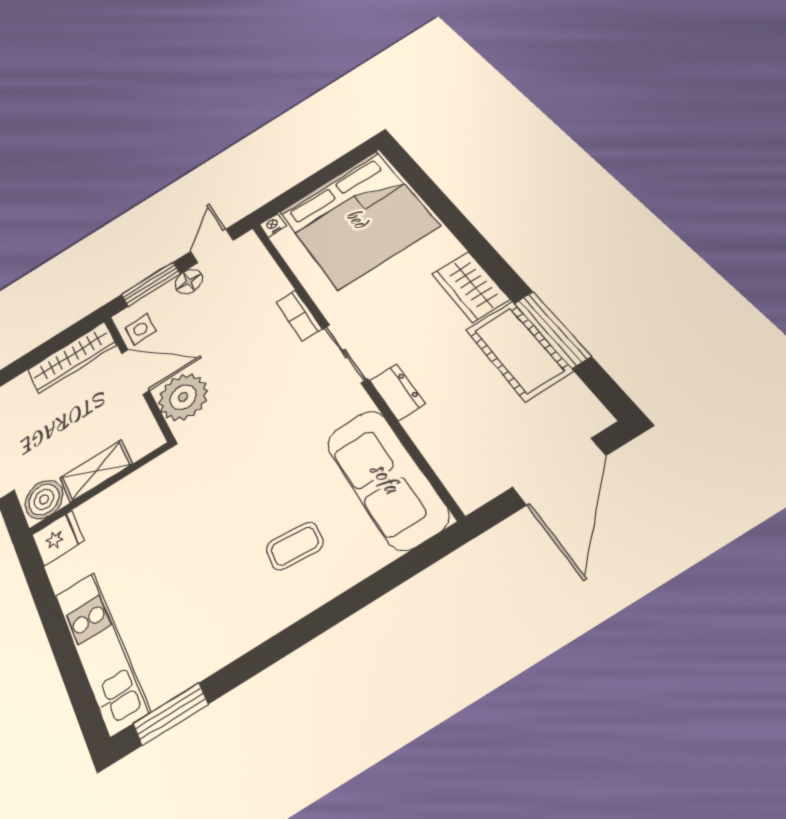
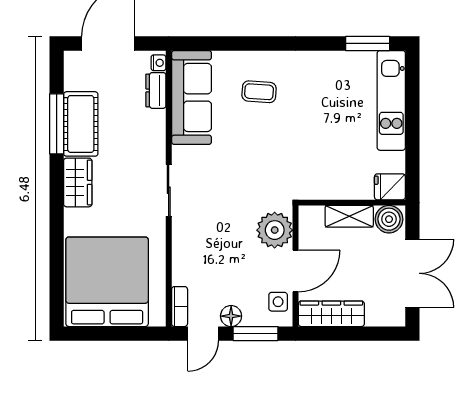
nightstand: (273, 225) -> (158, 63), moved, turned -90
bookcase: (299, 316) -> (180, 307), moved
door: (135, 372) -> (295, 271), swing flipped
dresser: (397, 392) -> (156, 90), moved

